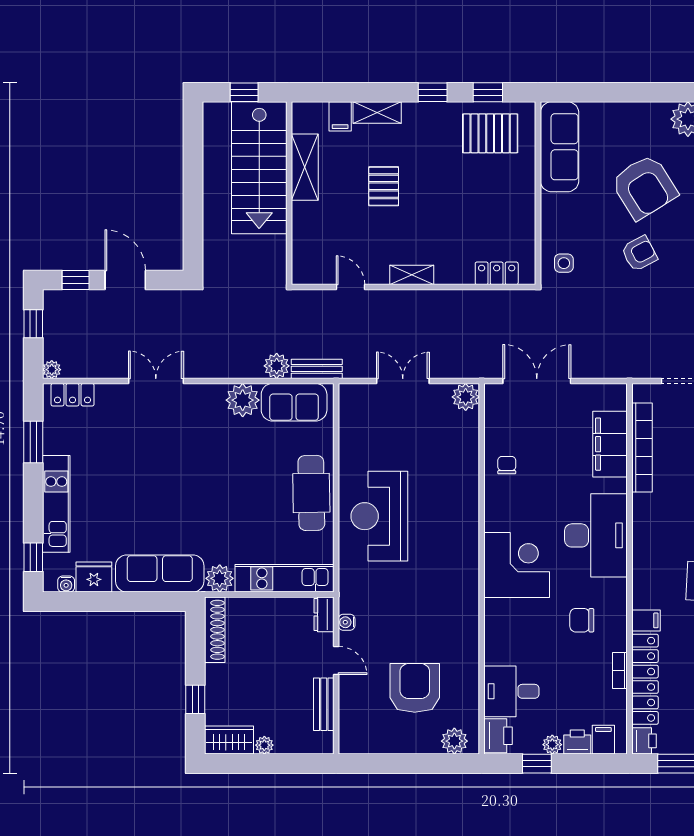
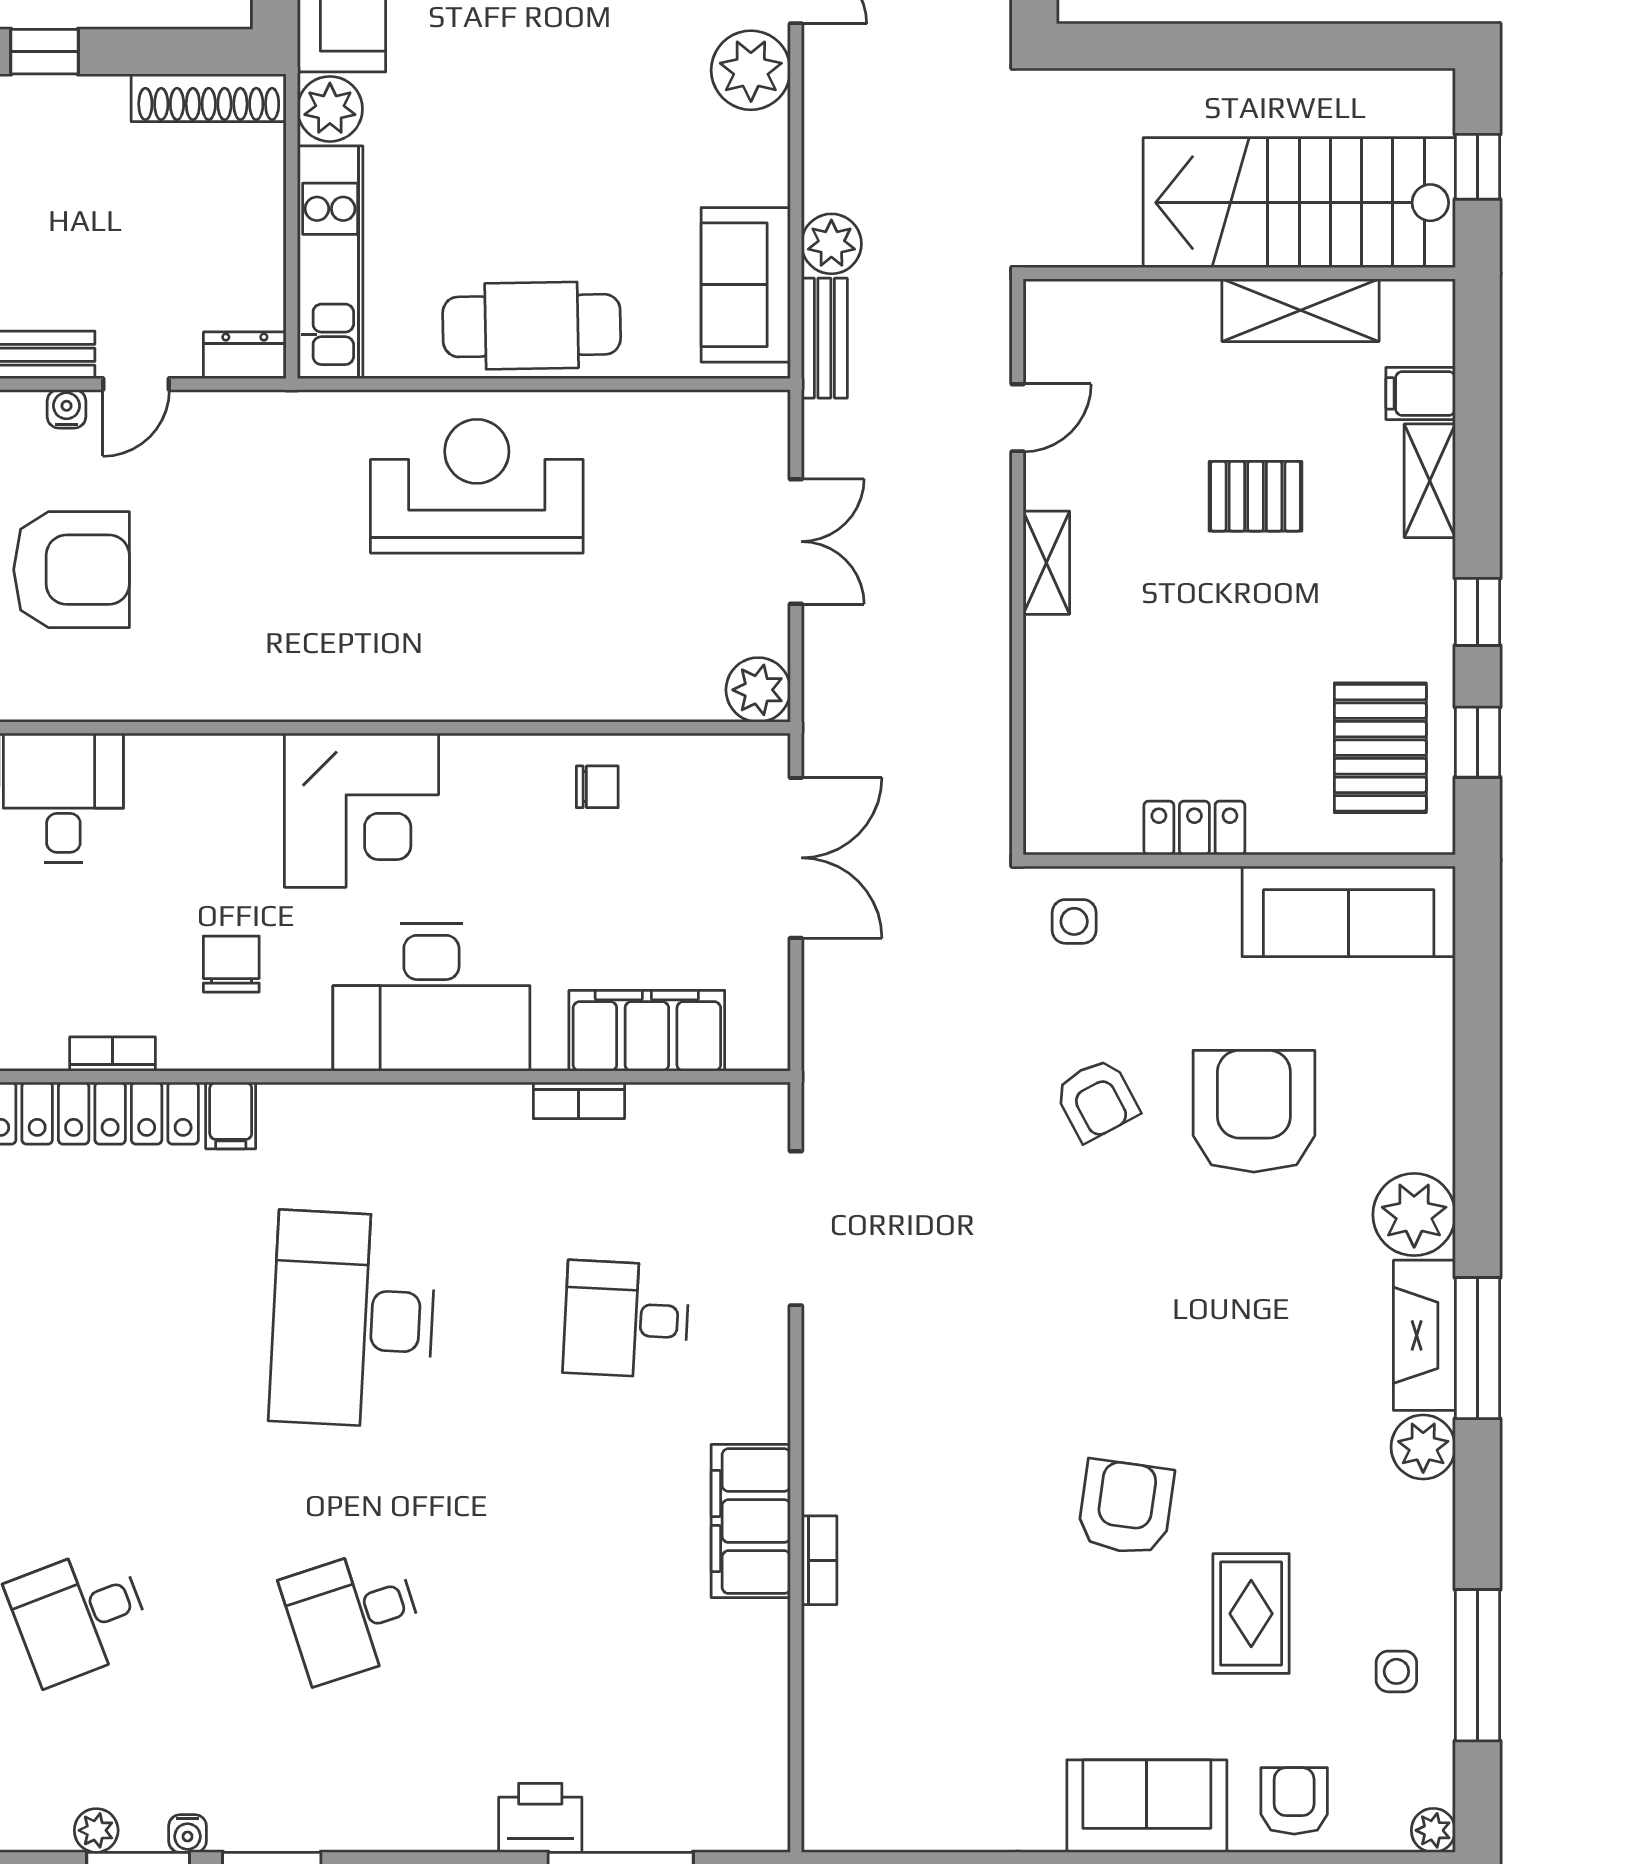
armchair: (644, 187) -> (1254, 1111), turned 122
locker: (497, 273) -> (1194, 828), moved, turned -90
plant: (243, 400) -> (751, 70), moved
bookcase: (642, 448) -> (579, 1100), width x0.43, depth x0.76
water cooler: (347, 622) -> (66, 409), moved

